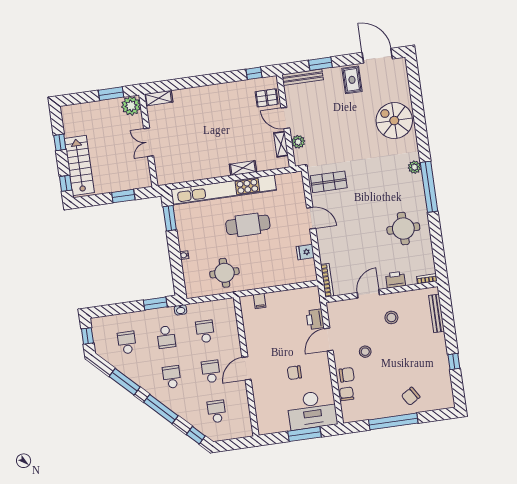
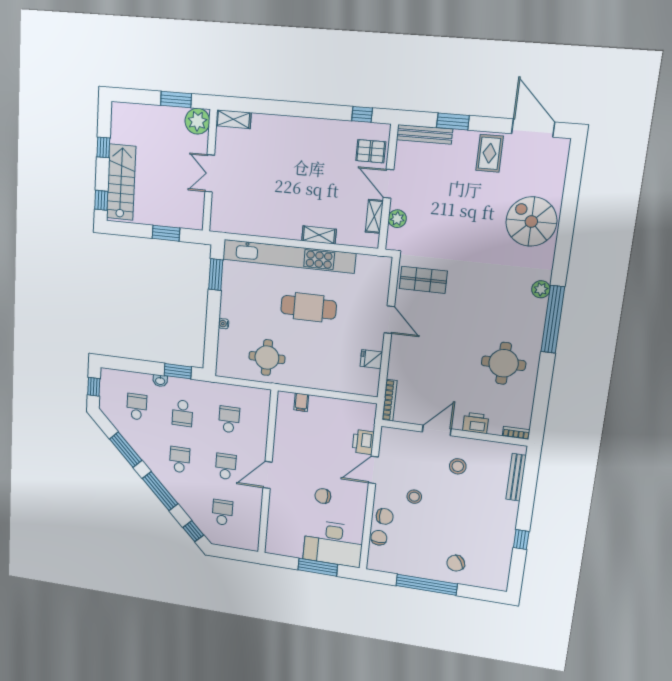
washbasin: (181, 310) -> (160, 381), moved

